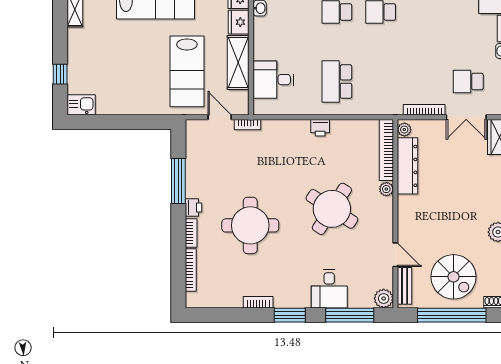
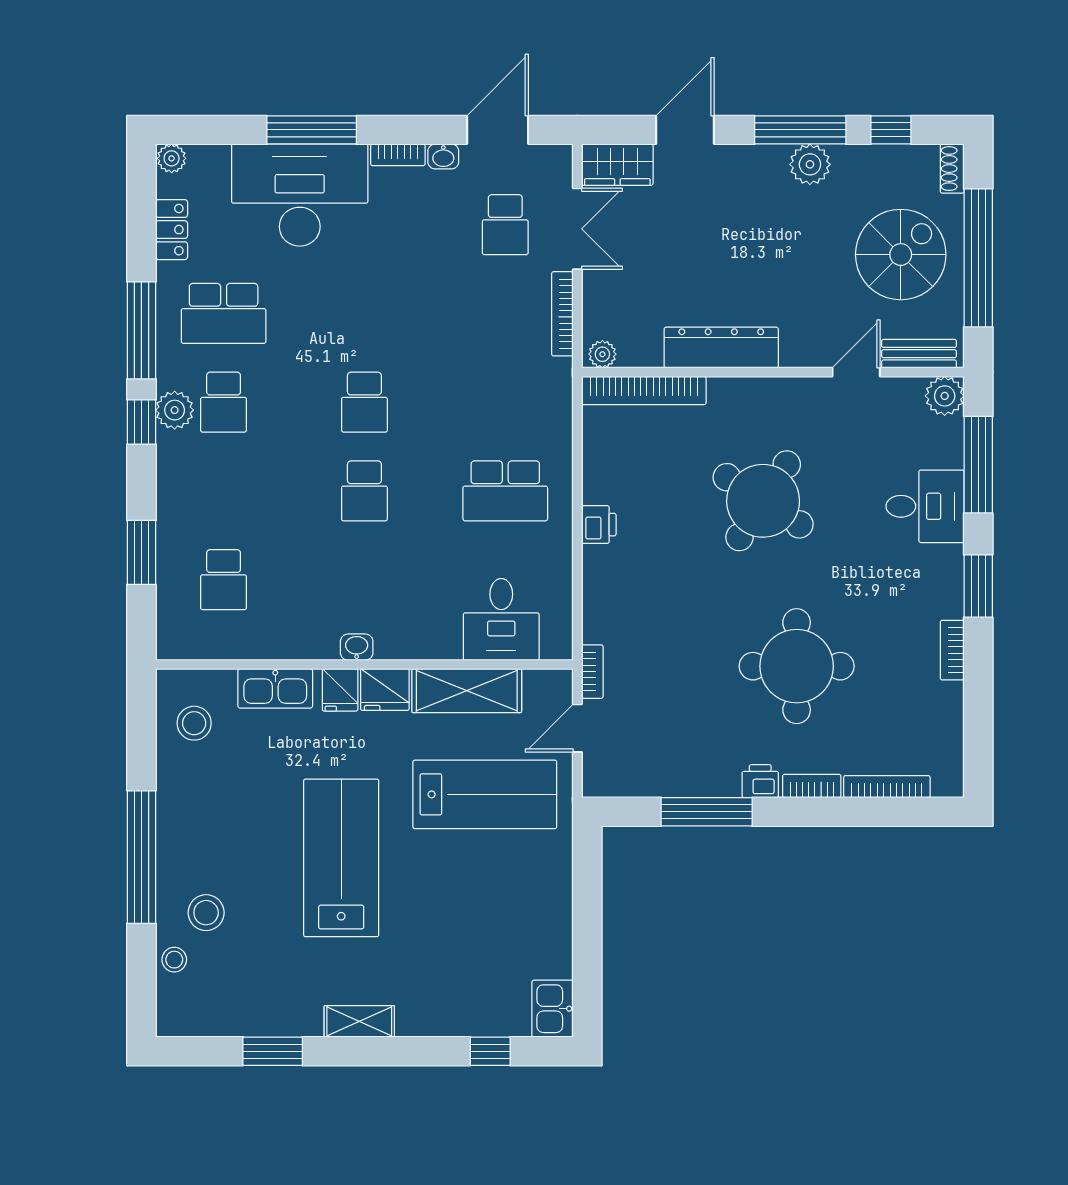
dresser: (408, 166) -> (721, 348), moved
plant: (386, 189) -> (723, 391), removed

